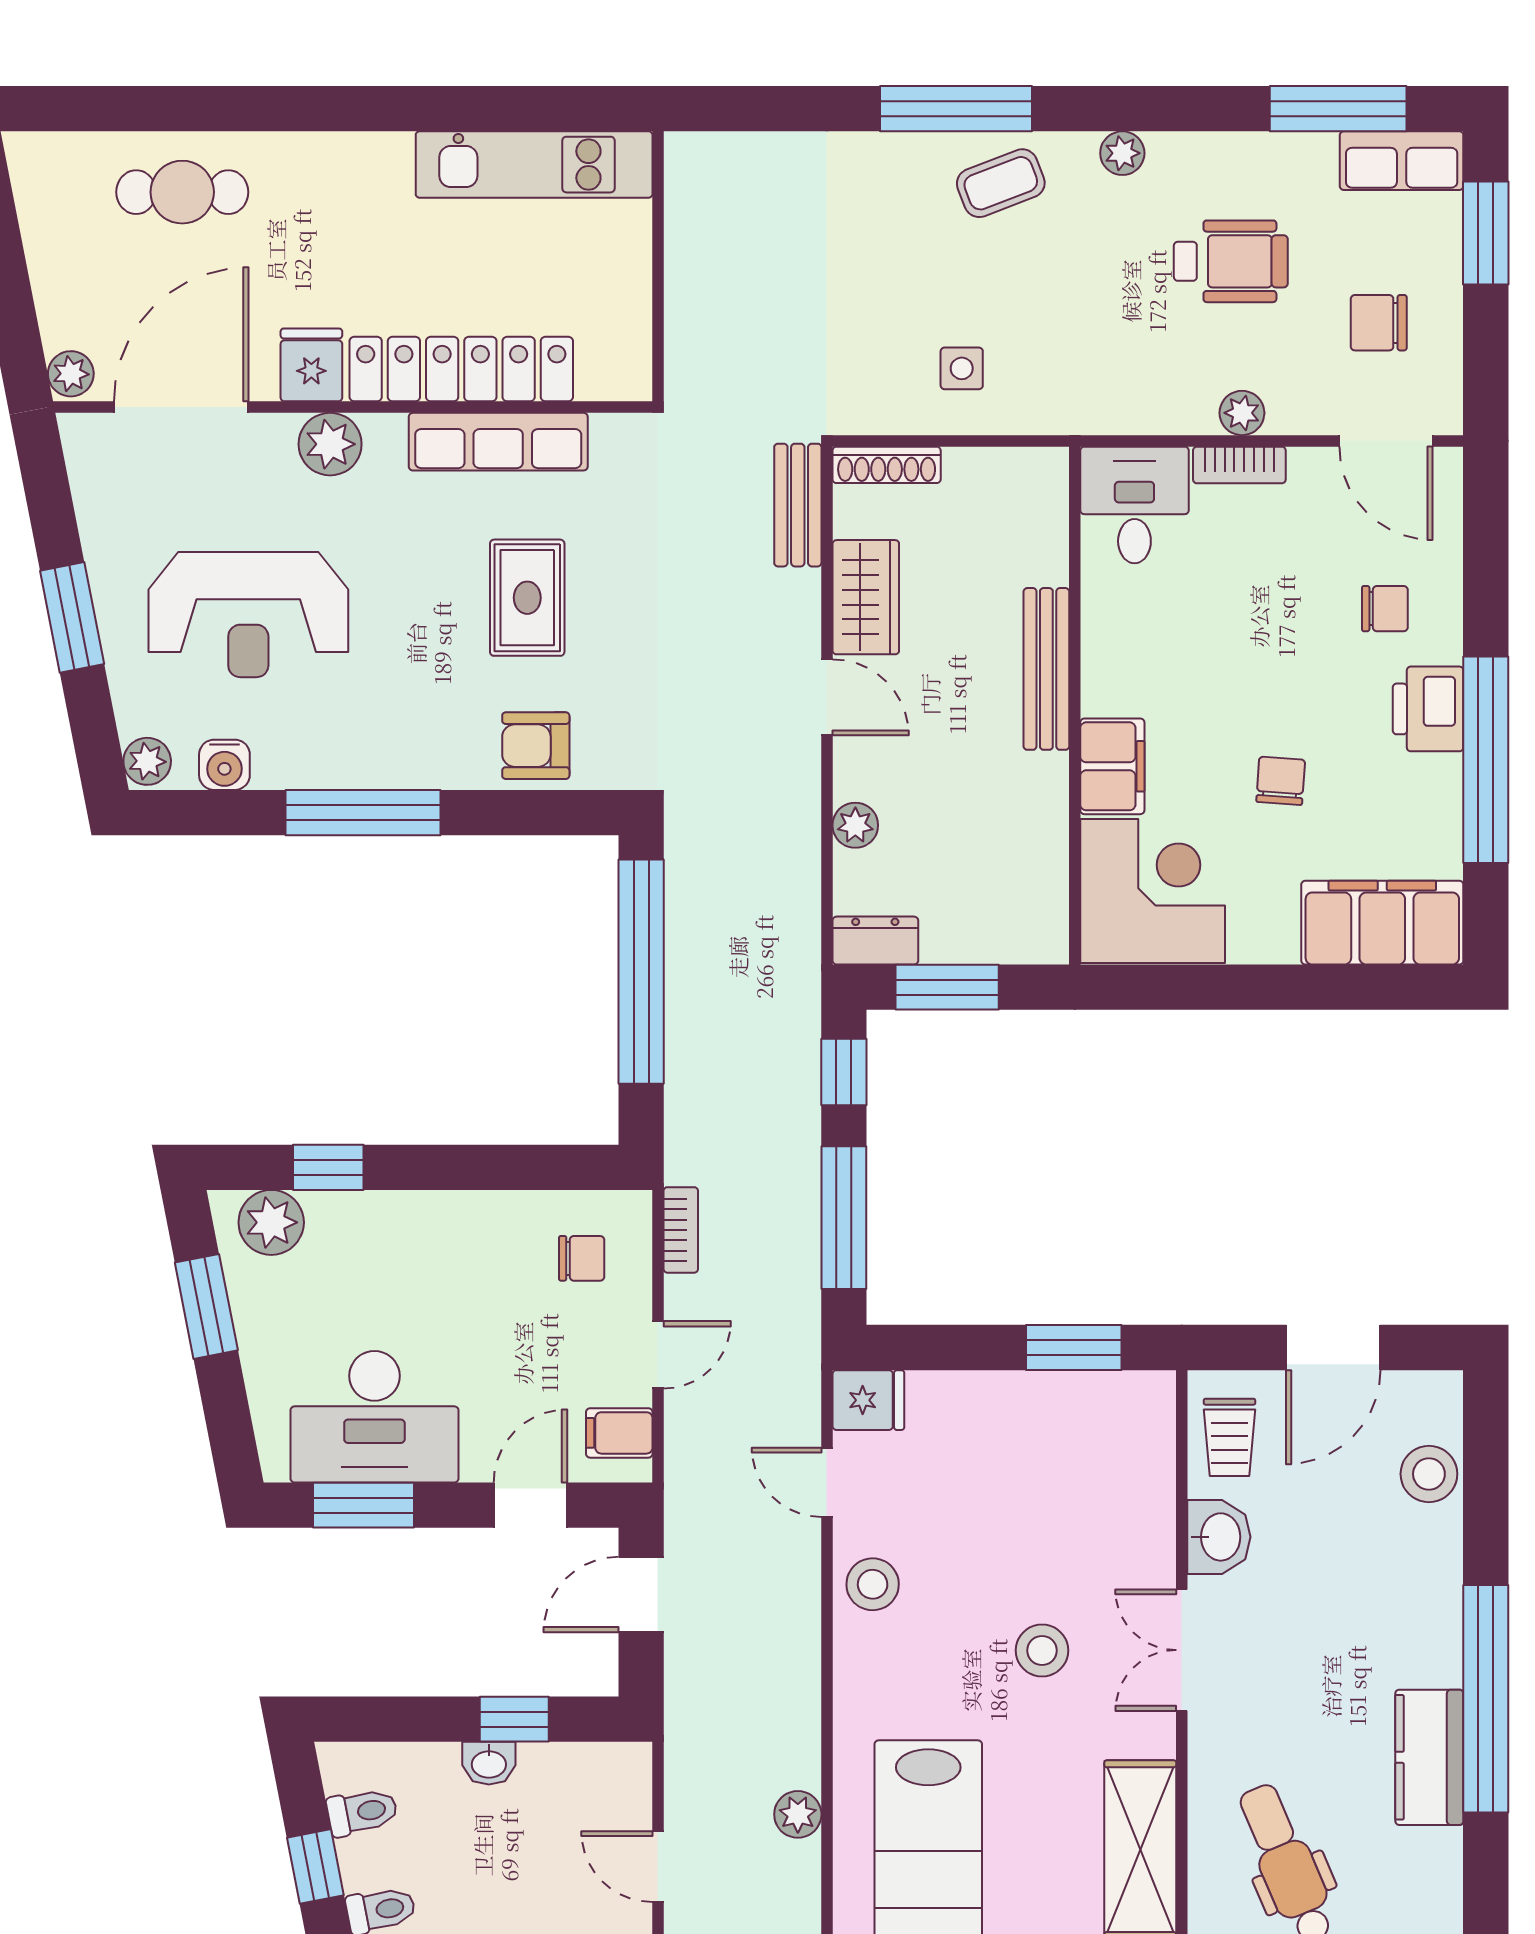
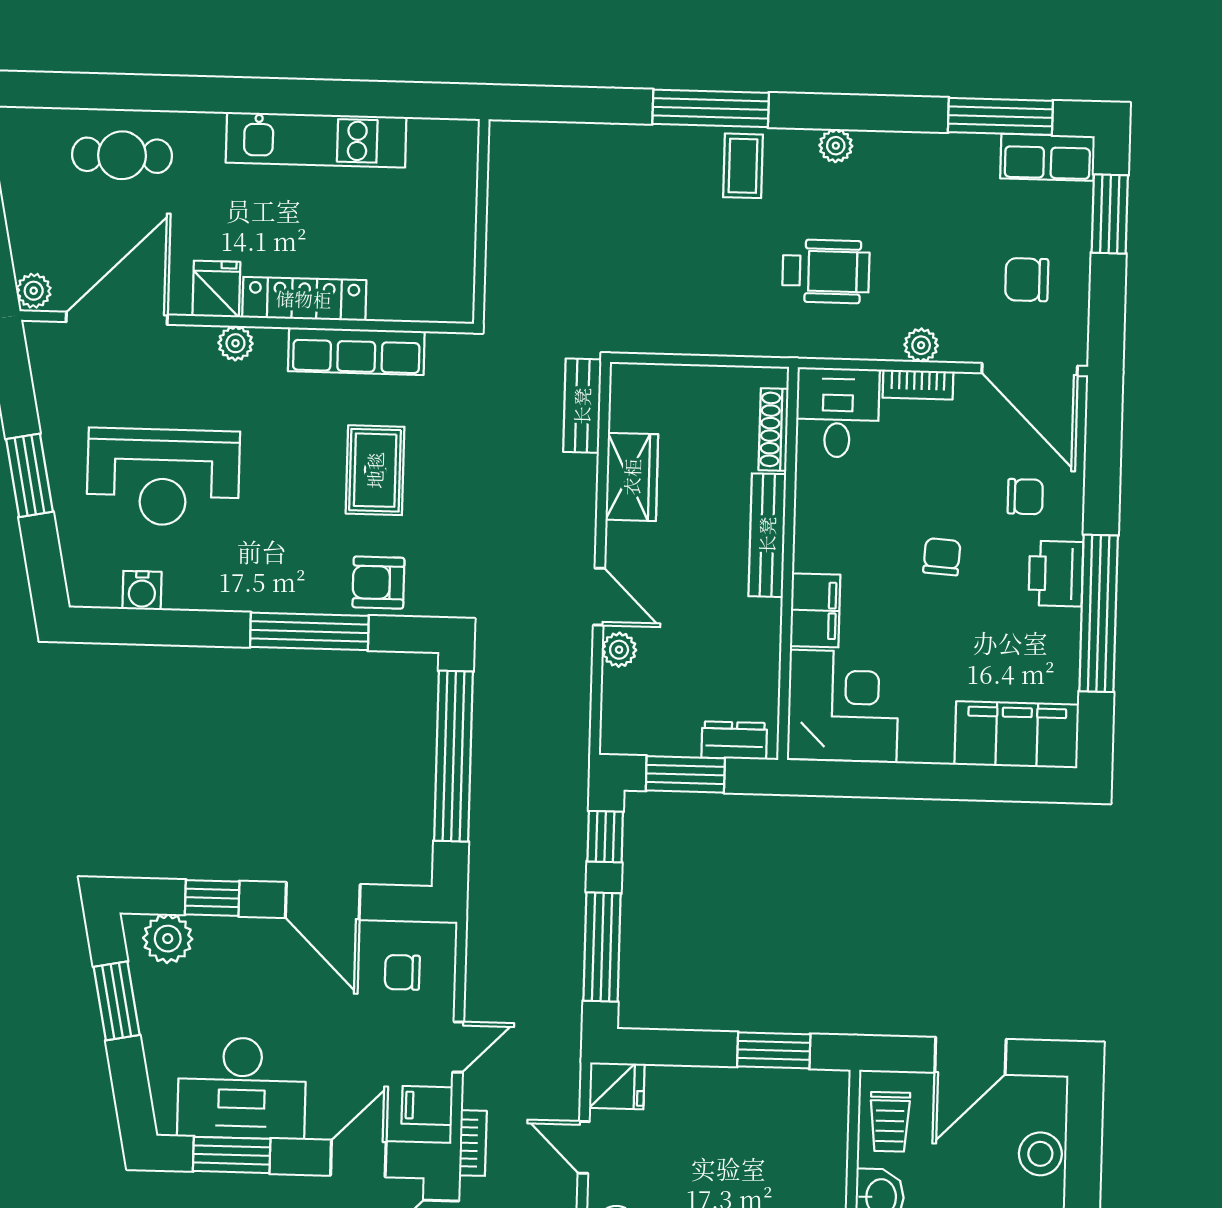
kitchen unit: (534, 165) -> (316, 140), moved
coffee table: (1001, 183) -> (743, 166), turned -69
wheelchair: (1231, 261) -> (826, 271), moved
side table: (962, 368) -> (709, 305), removed
locker: (461, 369) -> (304, 299), width x0.71, depth x0.83
door: (1386, 441) -> (1030, 369), width x1.36
plant: (330, 444) -> (235, 343), width x0.73, depth x0.73
shoe rack: (887, 465) -> (774, 429), moved, turned 90
door: (827, 697) -> (599, 597), moved
plant: (147, 761) -> (83, 586), removed
chair: (1281, 781) -> (942, 557), moved
window: (363, 813) -> (309, 631), moved
dresser: (875, 941) -> (734, 740), moved
door: (474, 1167) -> (323, 901), added
bookcase: (681, 1230) -> (473, 1143), moved
chair: (582, 1258) -> (402, 972), turned 180

